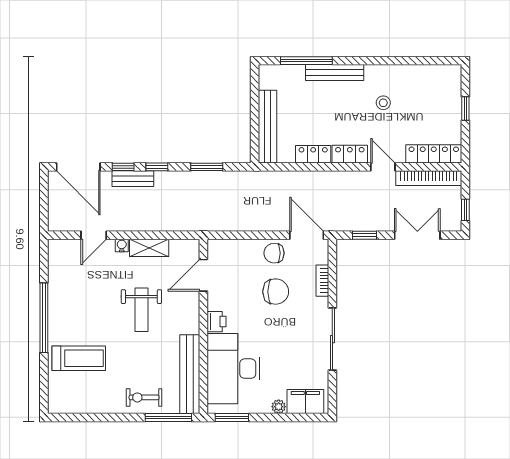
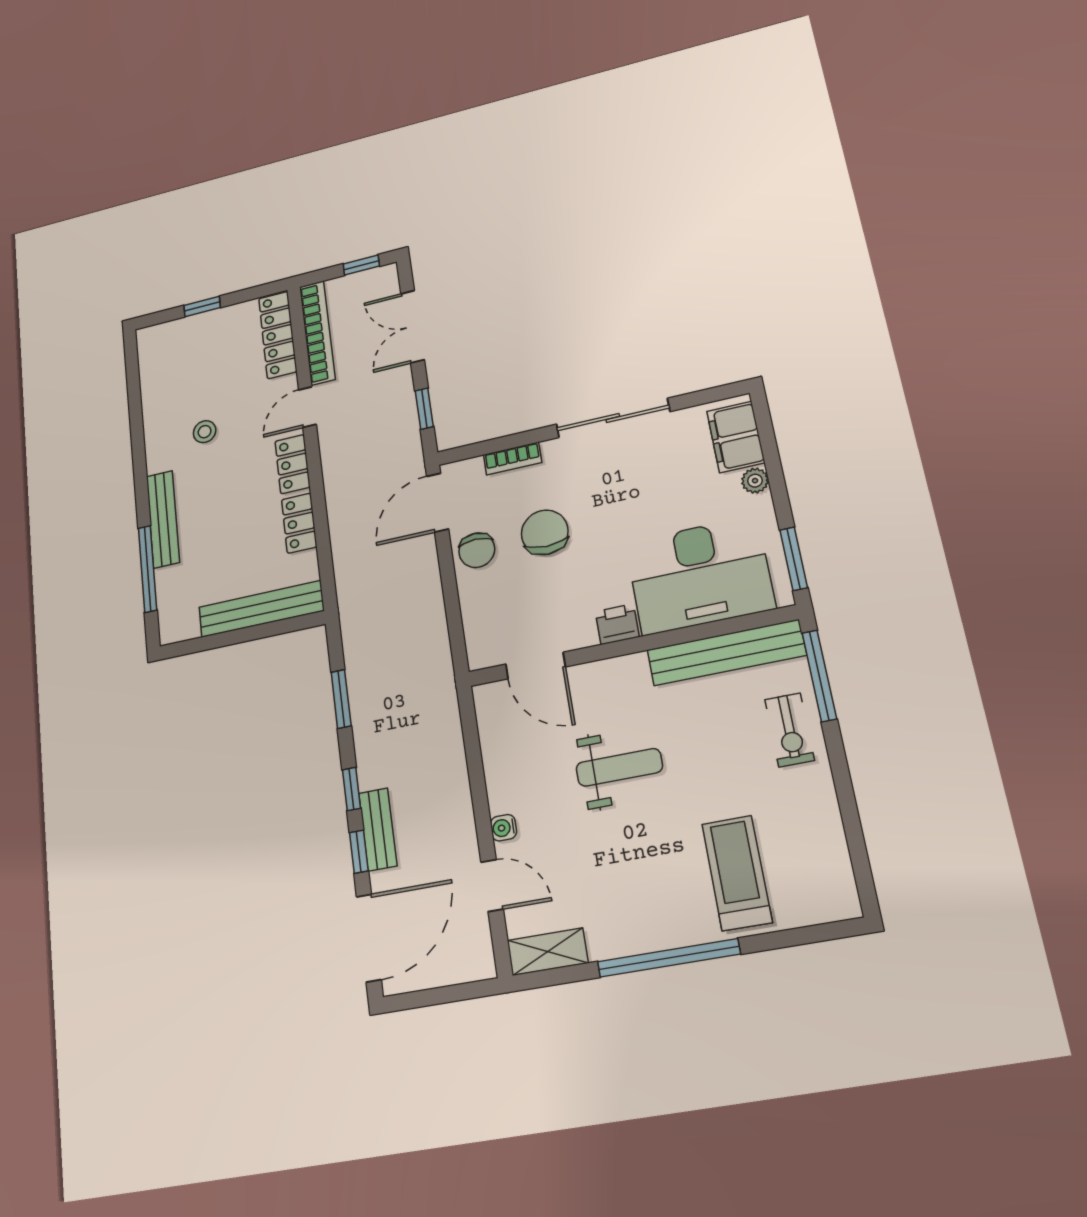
shelving: (149, 248) -> (547, 952), moved, turned 90

